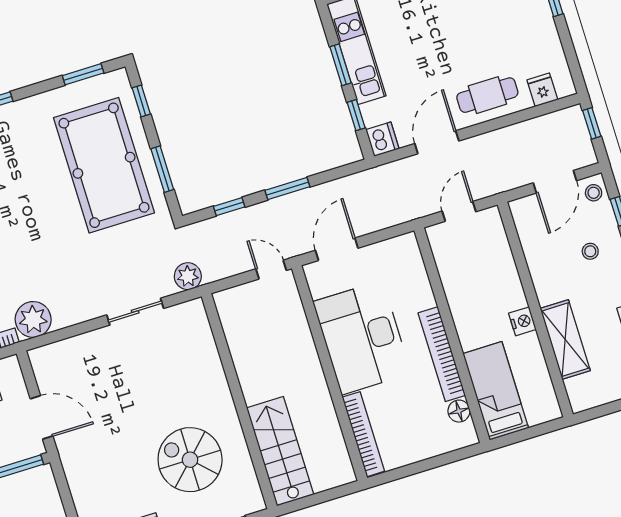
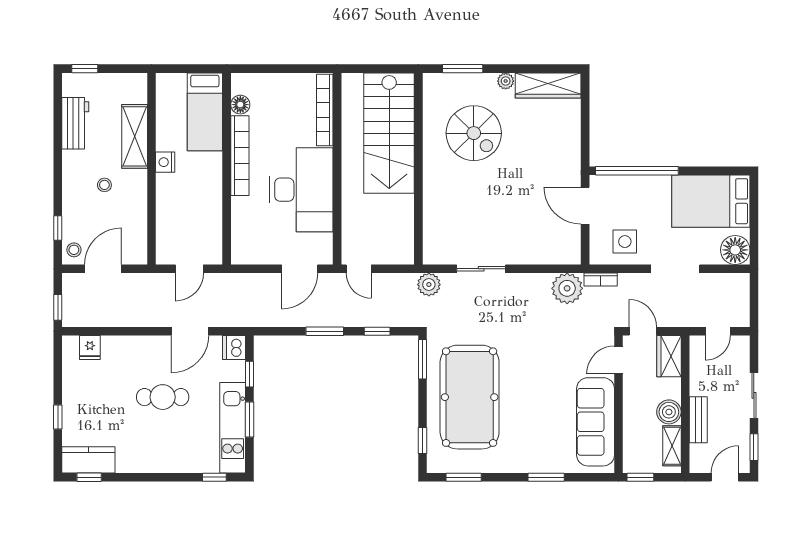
cafe table: (487, 95) -> (163, 397), moved
window: (162, 169) -> (423, 359), moved
stool: (590, 251) -> (104, 185), moved
stairs: (280, 451) -> (389, 133), width x1.36, depth x1.51

